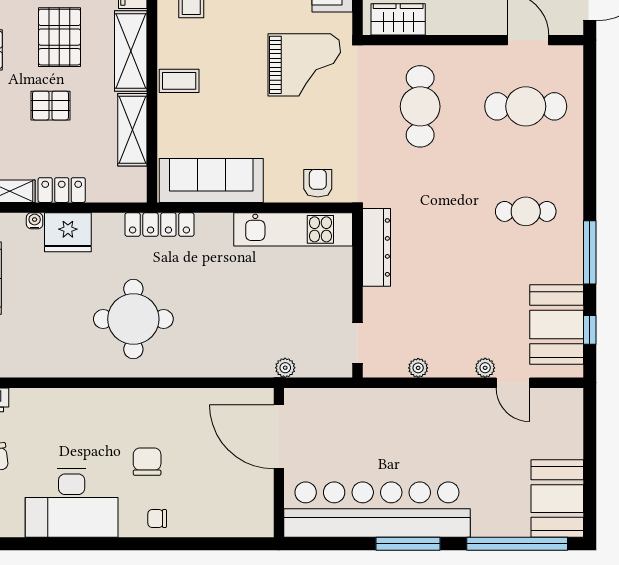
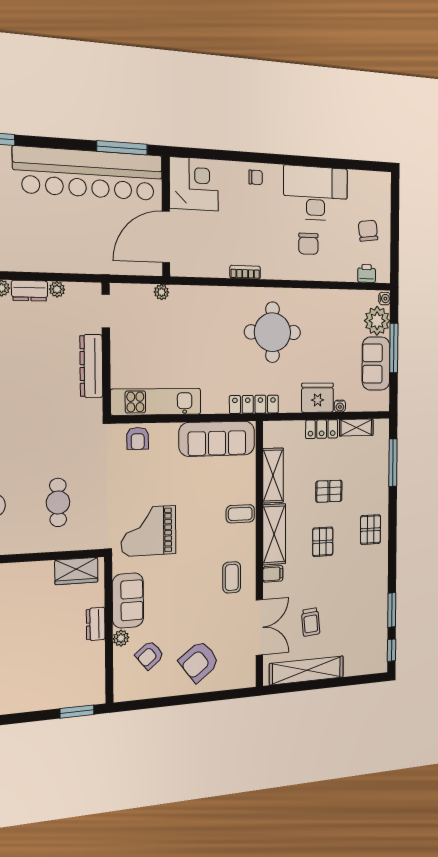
pallet: (59, 37) -> (323, 542), width x0.67, depth x0.71
cafe table: (420, 106) -> (58, 502), width x0.73, depth x0.74
dresser: (376, 247) -> (91, 366), moved
dresser: (452, 365) -> (30, 291), added
bookcase: (172, 396) -> (245, 272), added
door: (279, 437) -> (166, 237), swing flipped
chair: (147, 462) -> (308, 244), moved
corner desk: (241, 505) -> (194, 184), added
window: (408, 544) -> (122, 148), moved

